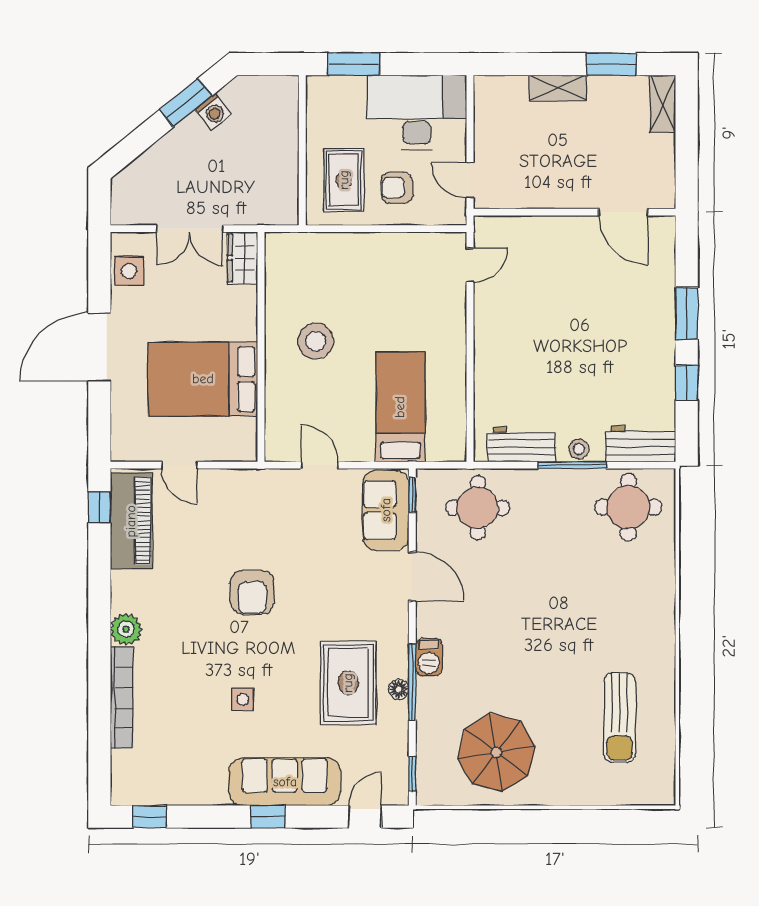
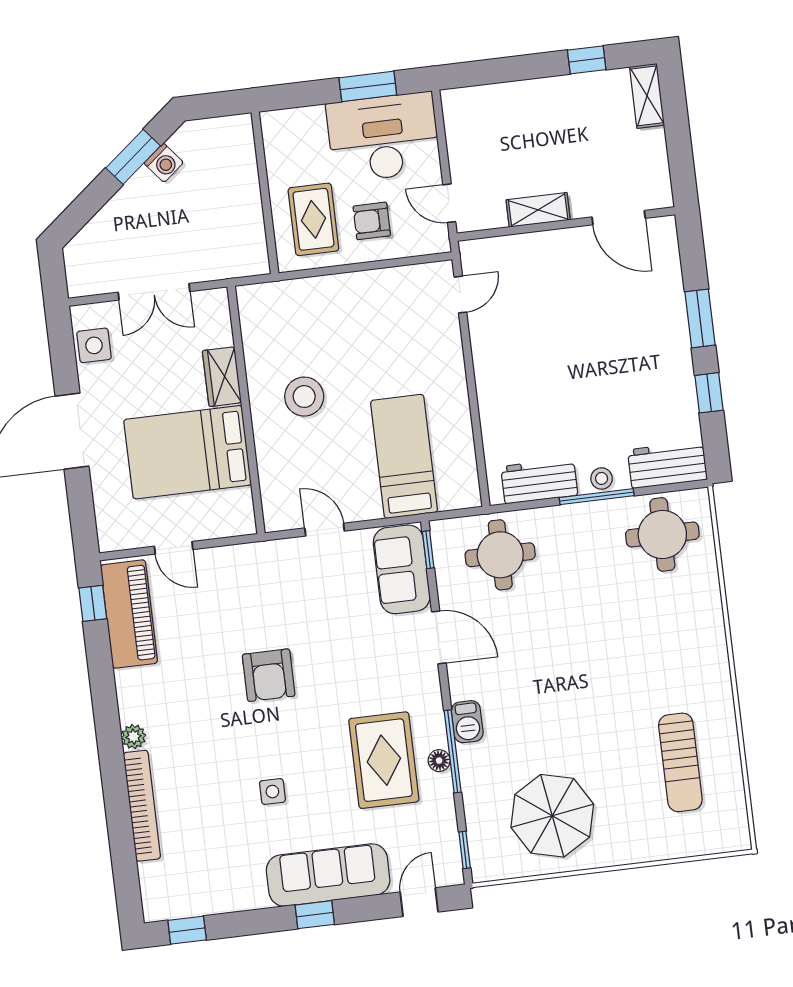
window: (354, 64) -> (368, 86), moved
window: (612, 64) -> (587, 60), width x0.67
shelving: (558, 88) -> (538, 210), moved
wardrobe: (243, 258) -> (222, 377), moved
plant: (126, 629) -> (134, 737), width x0.73, depth x0.73

